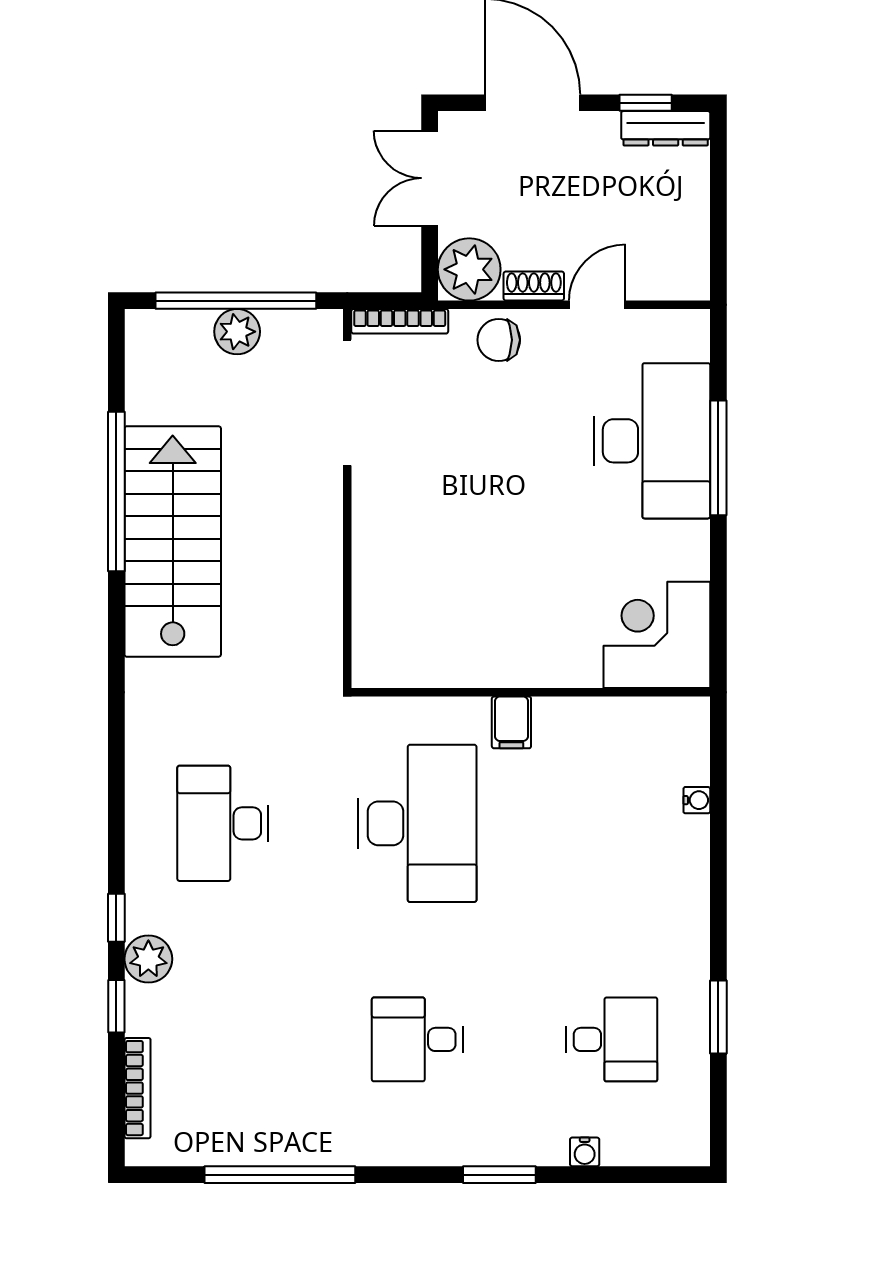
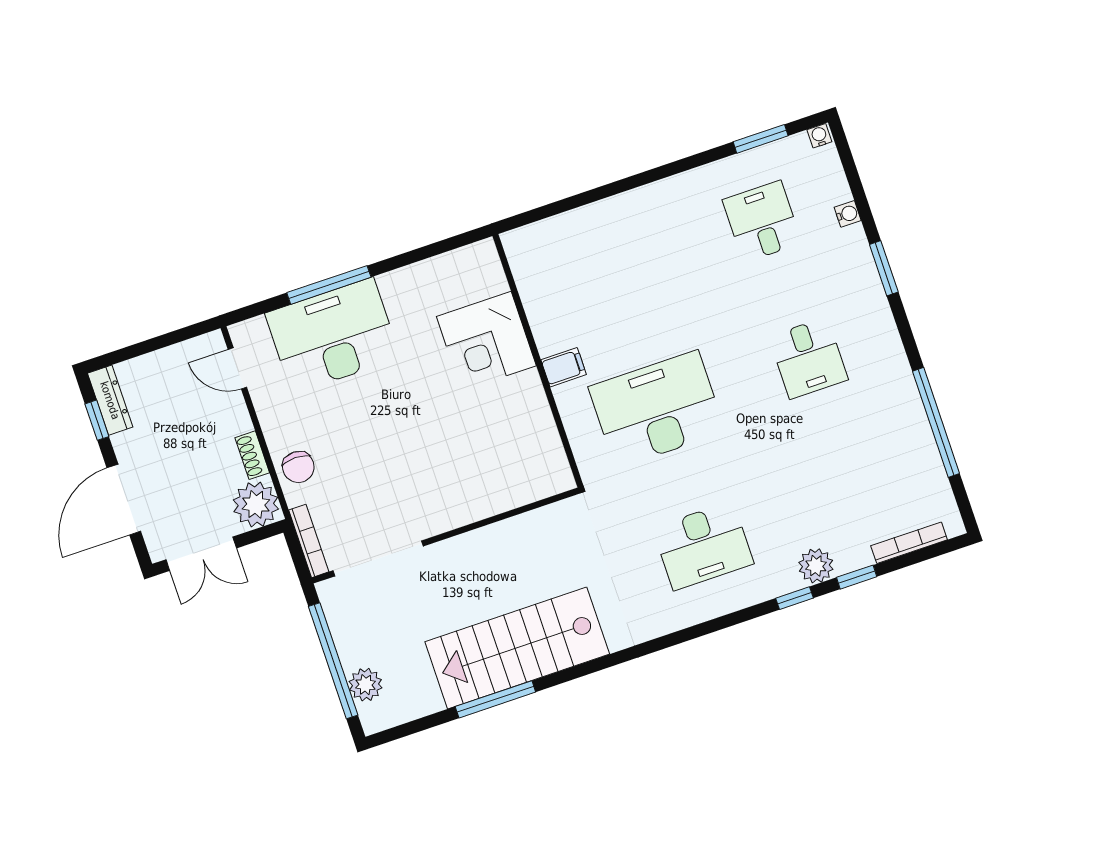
door: (597, 305) -> (237, 368), moved
plant: (237, 332) -> (365, 685), moved
window: (116, 492) -> (495, 699), width x0.68
corner desk: (657, 635) -> (486, 341), moved
water cooler: (697, 800) -> (819, 136), moved
window: (718, 1017) -> (761, 139), moved

